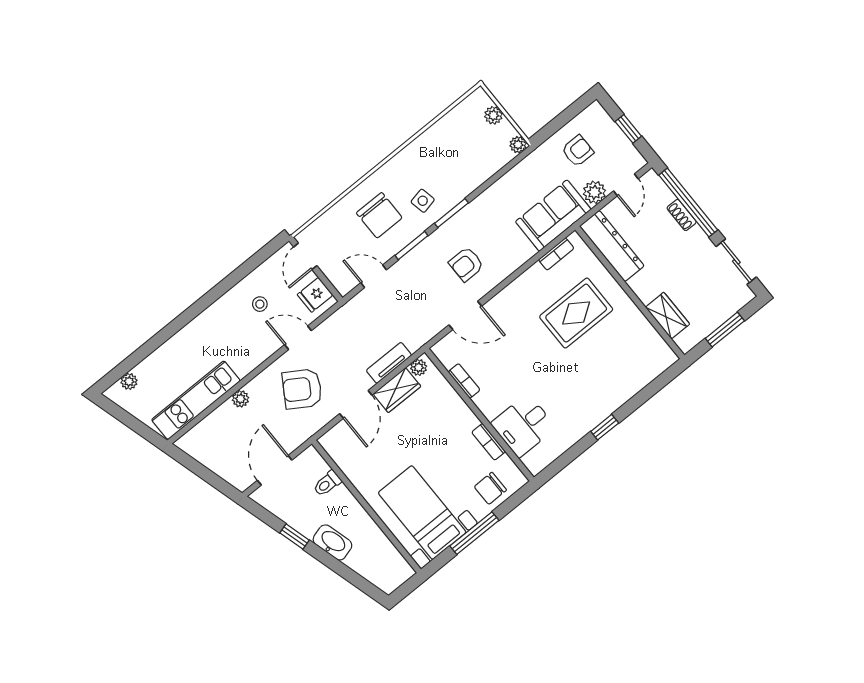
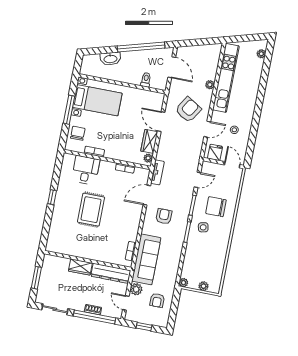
sofa: (553, 216) -> (146, 259), width x1.36
rug: (576, 313) -> (91, 210), moved
wardrobe: (667, 316) -> (80, 267), moved
tv unit: (389, 363) -> (157, 172), moved
kitchen unit: (196, 400) -> (226, 78), width x1.36
window: (295, 537) -> (141, 47), width x3.17
washbasin: (332, 542) -> (110, 59), moved

